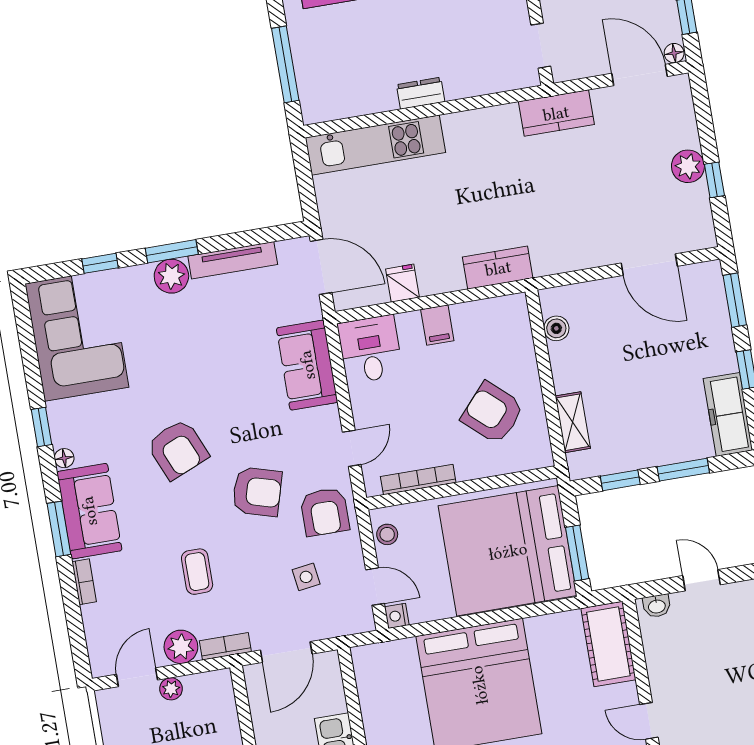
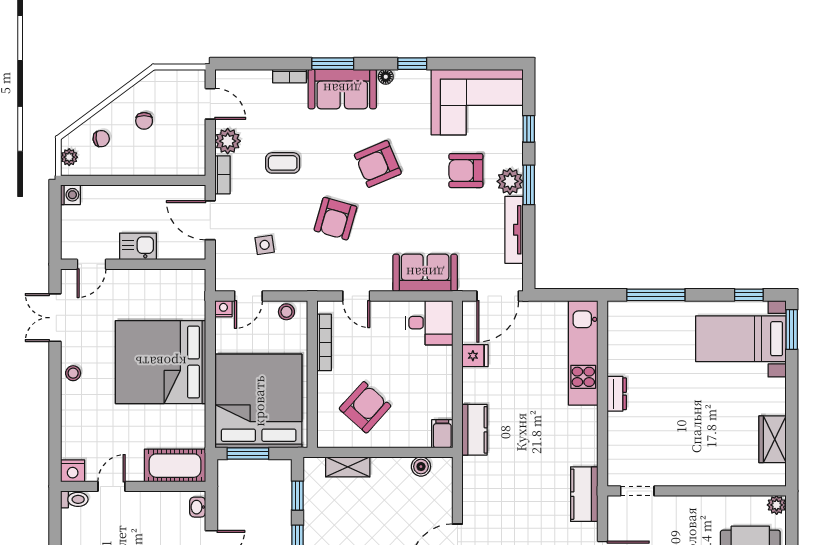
filing cabinet: (437, 325) -> (442, 434), moved, turned 90
armchair: (325, 512) -> (466, 171), moved
plant: (171, 689) -> (197, 128), removed

